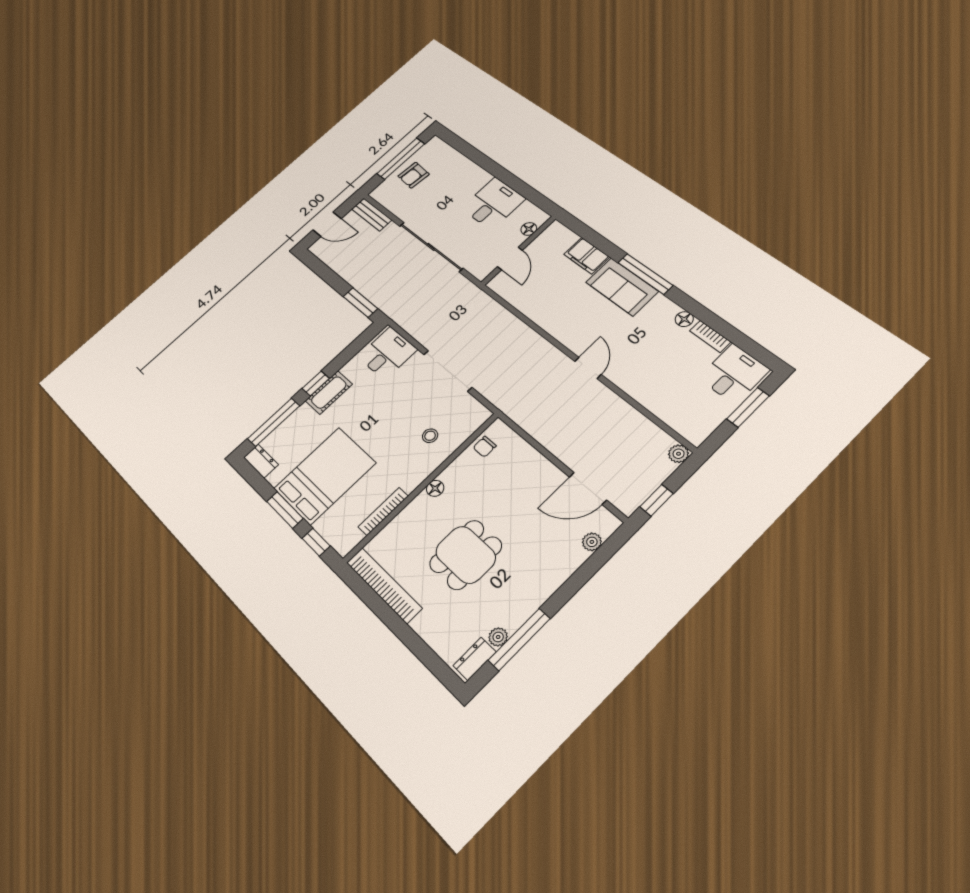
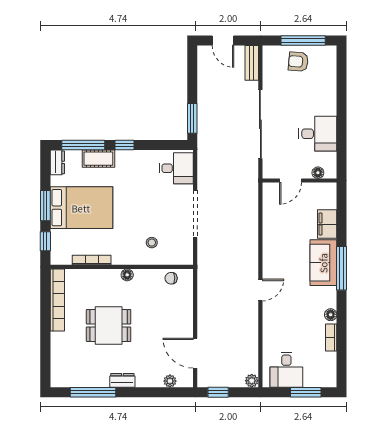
desk: (734, 374) -> (286, 370), moved, turned 90
cot: (329, 392) -> (98, 159), moved
plant: (498, 637) -> (85, 381), removed
dresser: (475, 659) -> (122, 380), moved

